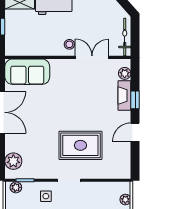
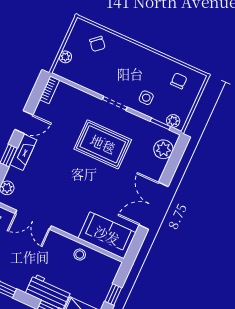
stool: (69, 44) -> (80, 255), moved
fireplace: (124, 96) -> (23, 152), moved
rug: (80, 145) -> (103, 144), moved
bookcase: (126, 167) -> (49, 90), added

